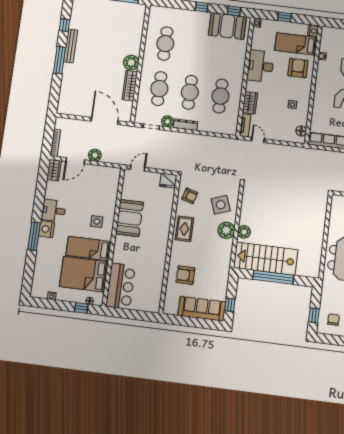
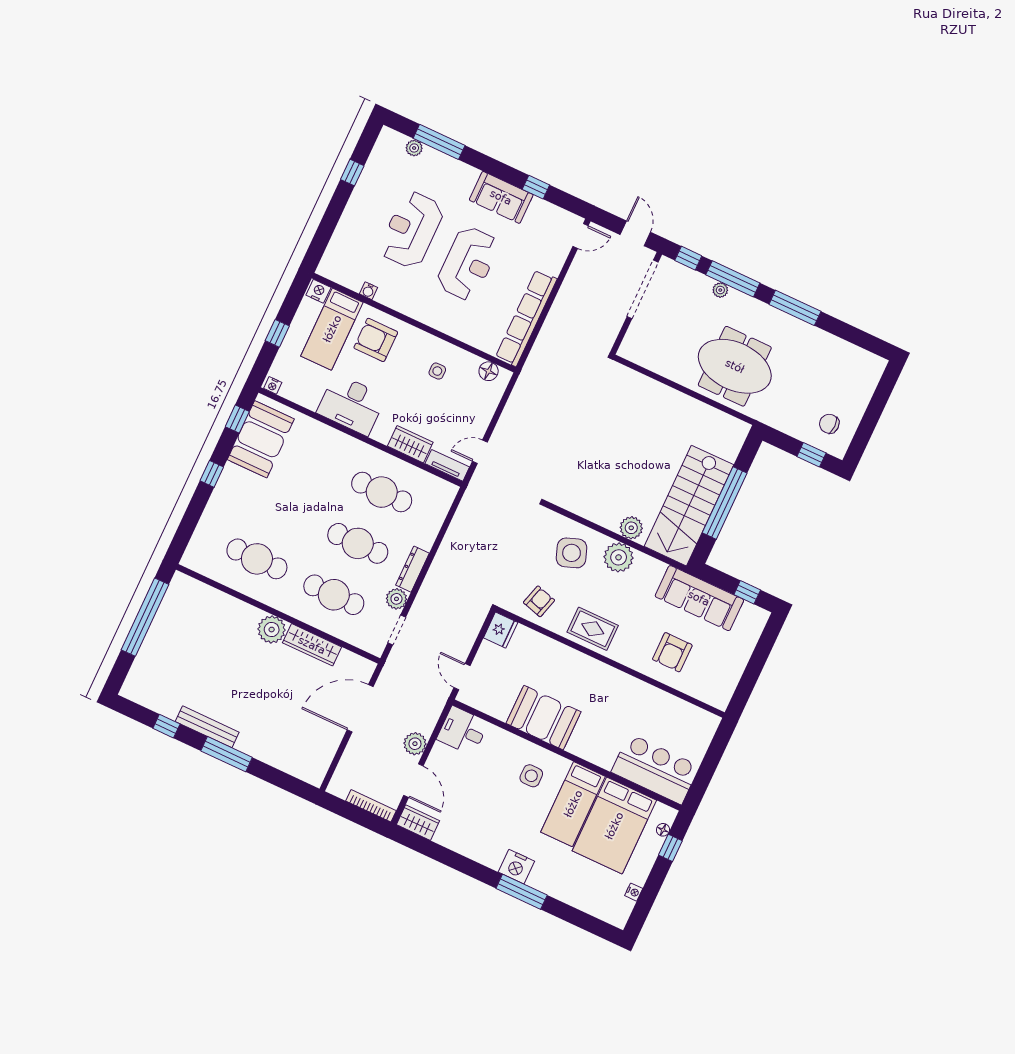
desk: (53, 211) -> (463, 731), moved, turned 90
sofa: (202, 309) -> (699, 598), moved, turned -90

